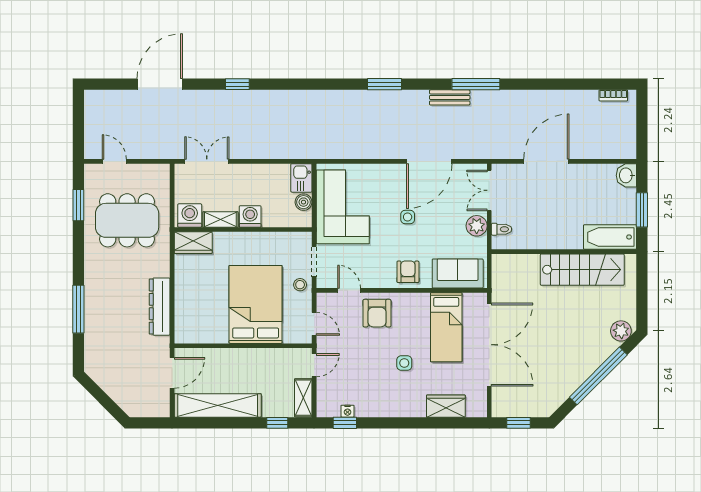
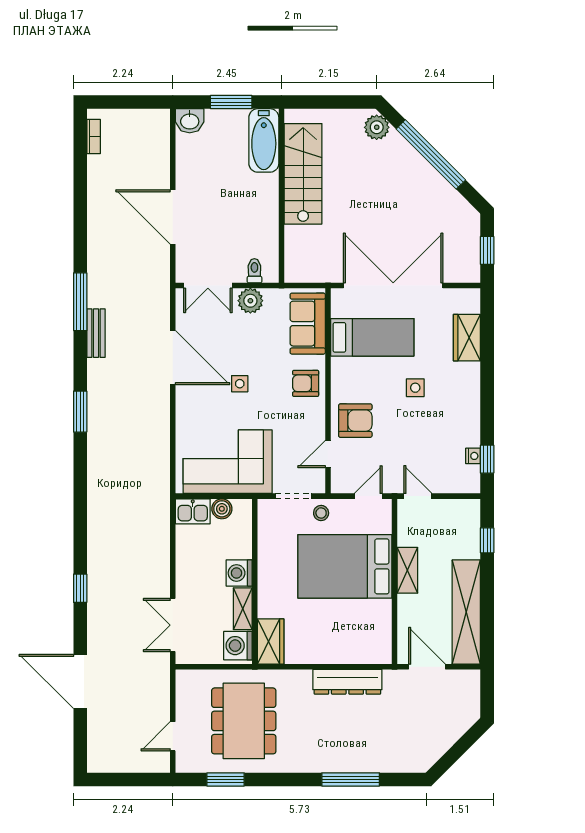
shelving: (303, 398) -> (407, 570), moved, turned 90

